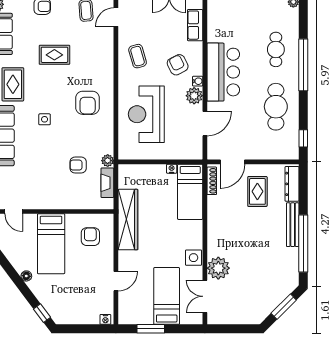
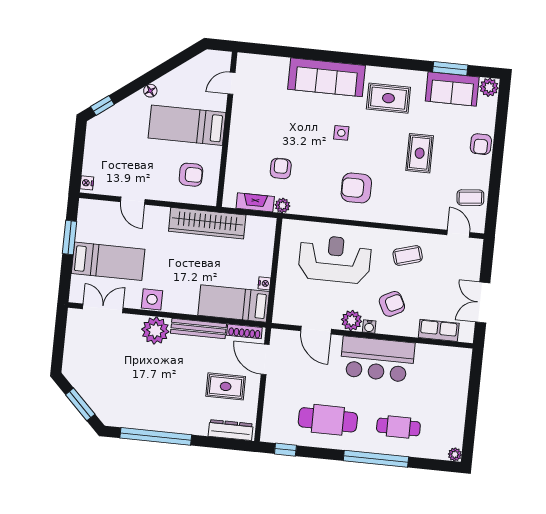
bench: (293, 225) -> (198, 329), moved
plant: (218, 268) -> (155, 330), moved

